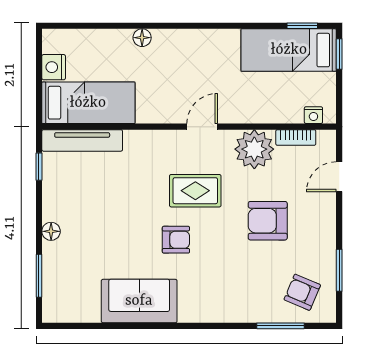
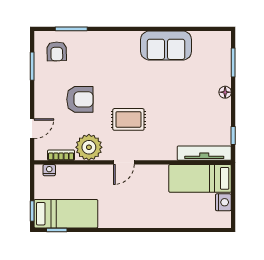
floor lamp: (142, 38) -> (164, 222), removed
armchair: (176, 240) -> (141, 87), removed
armchair: (302, 292) -> (57, 51), turned 66

